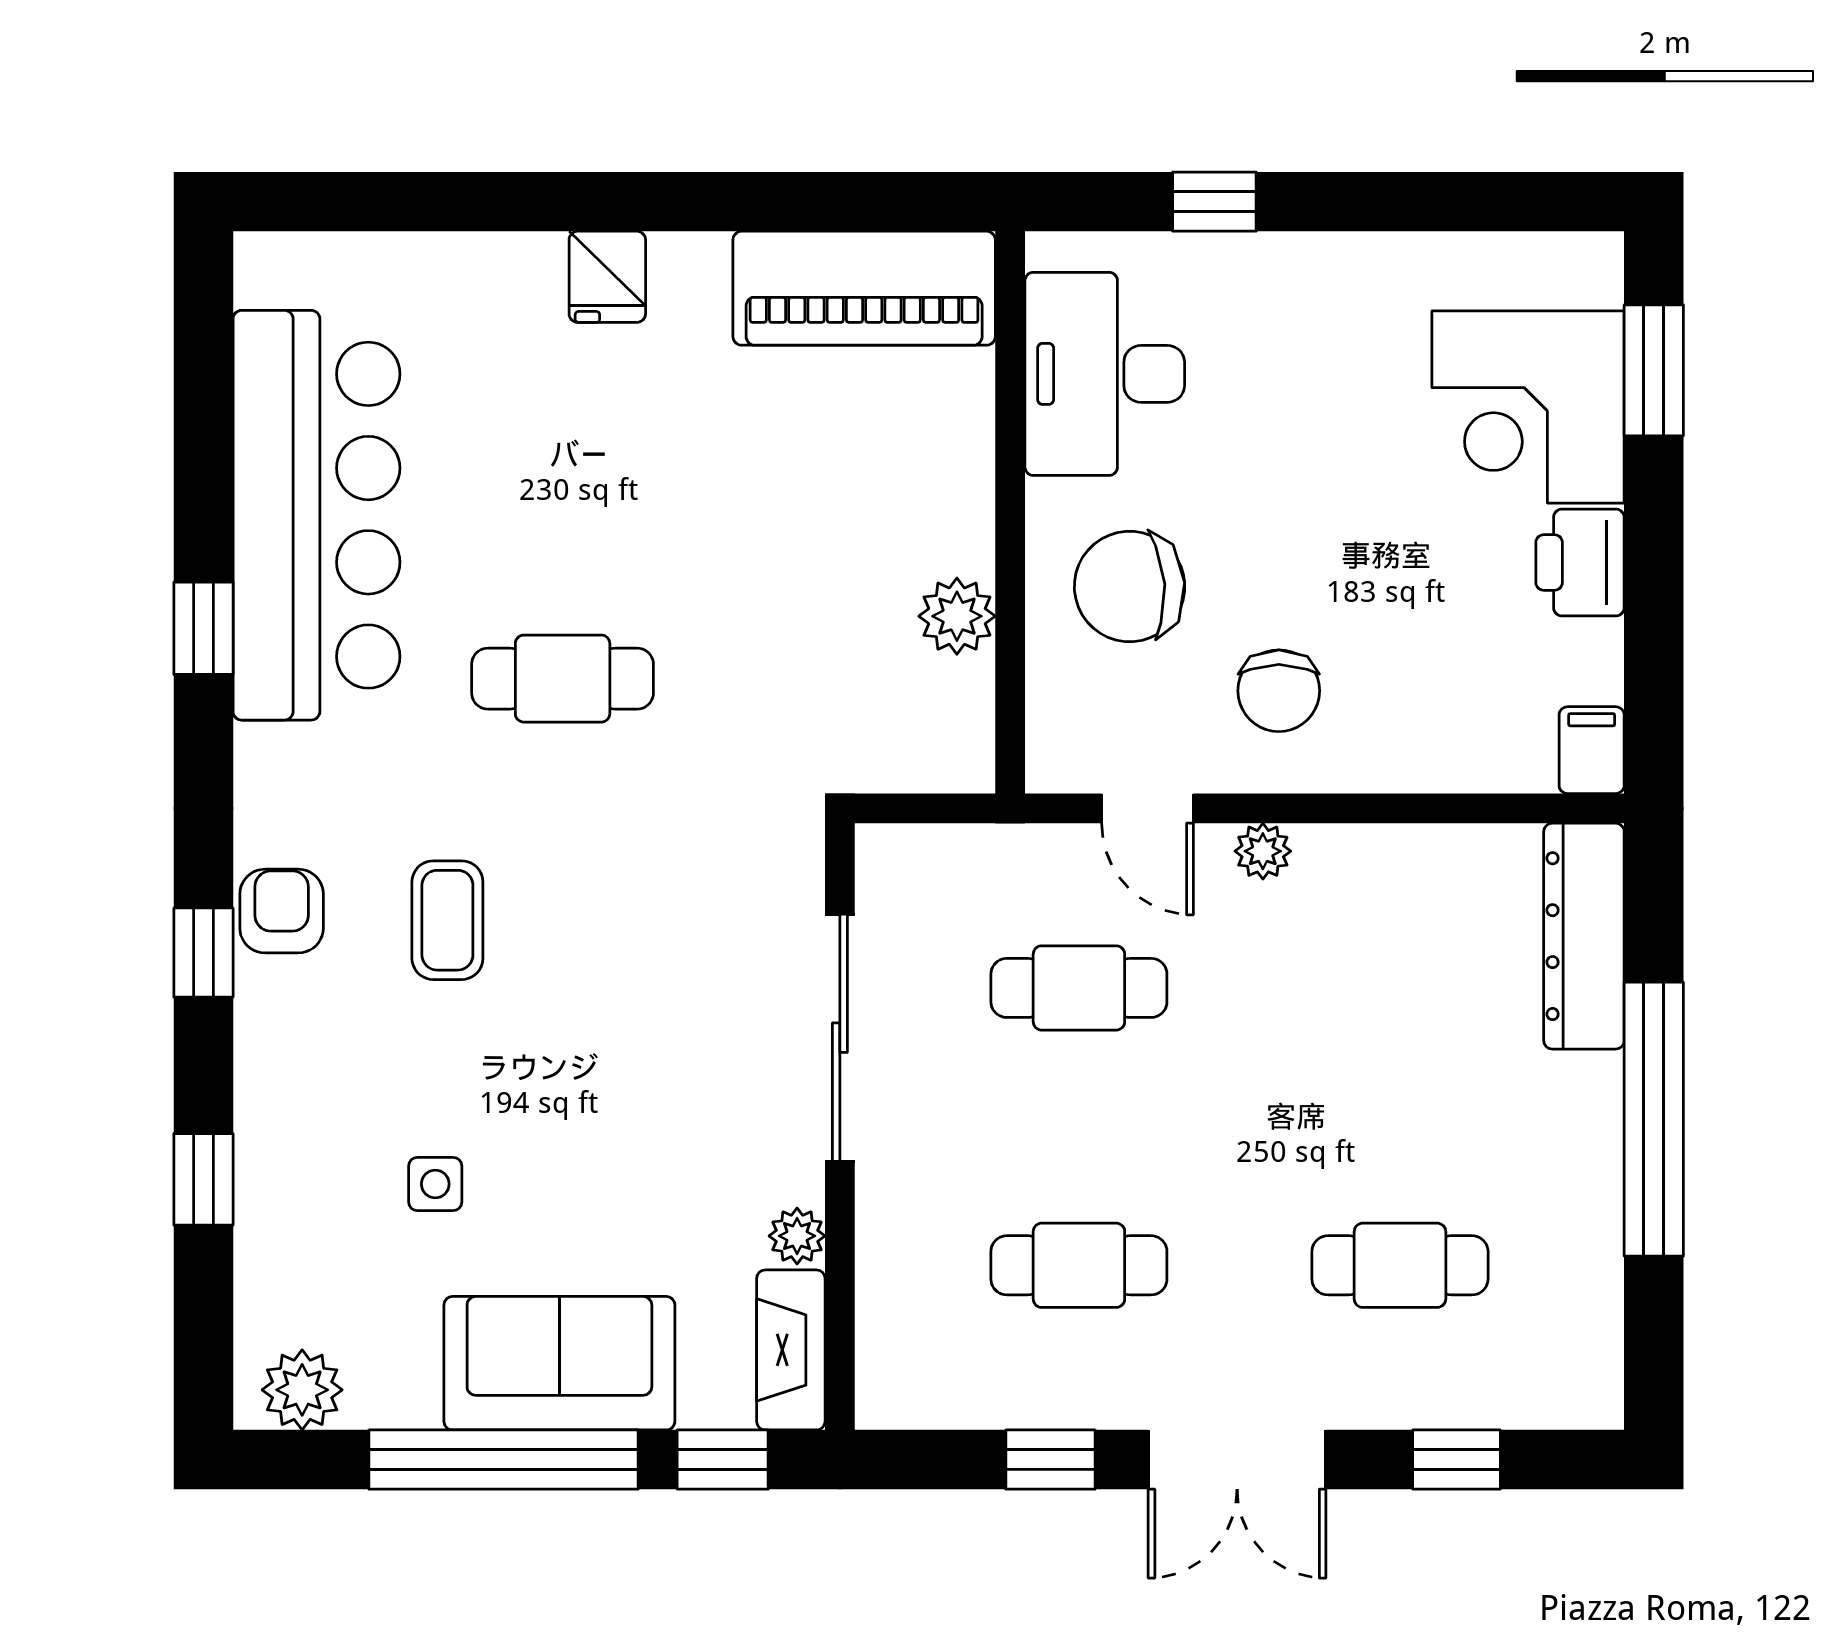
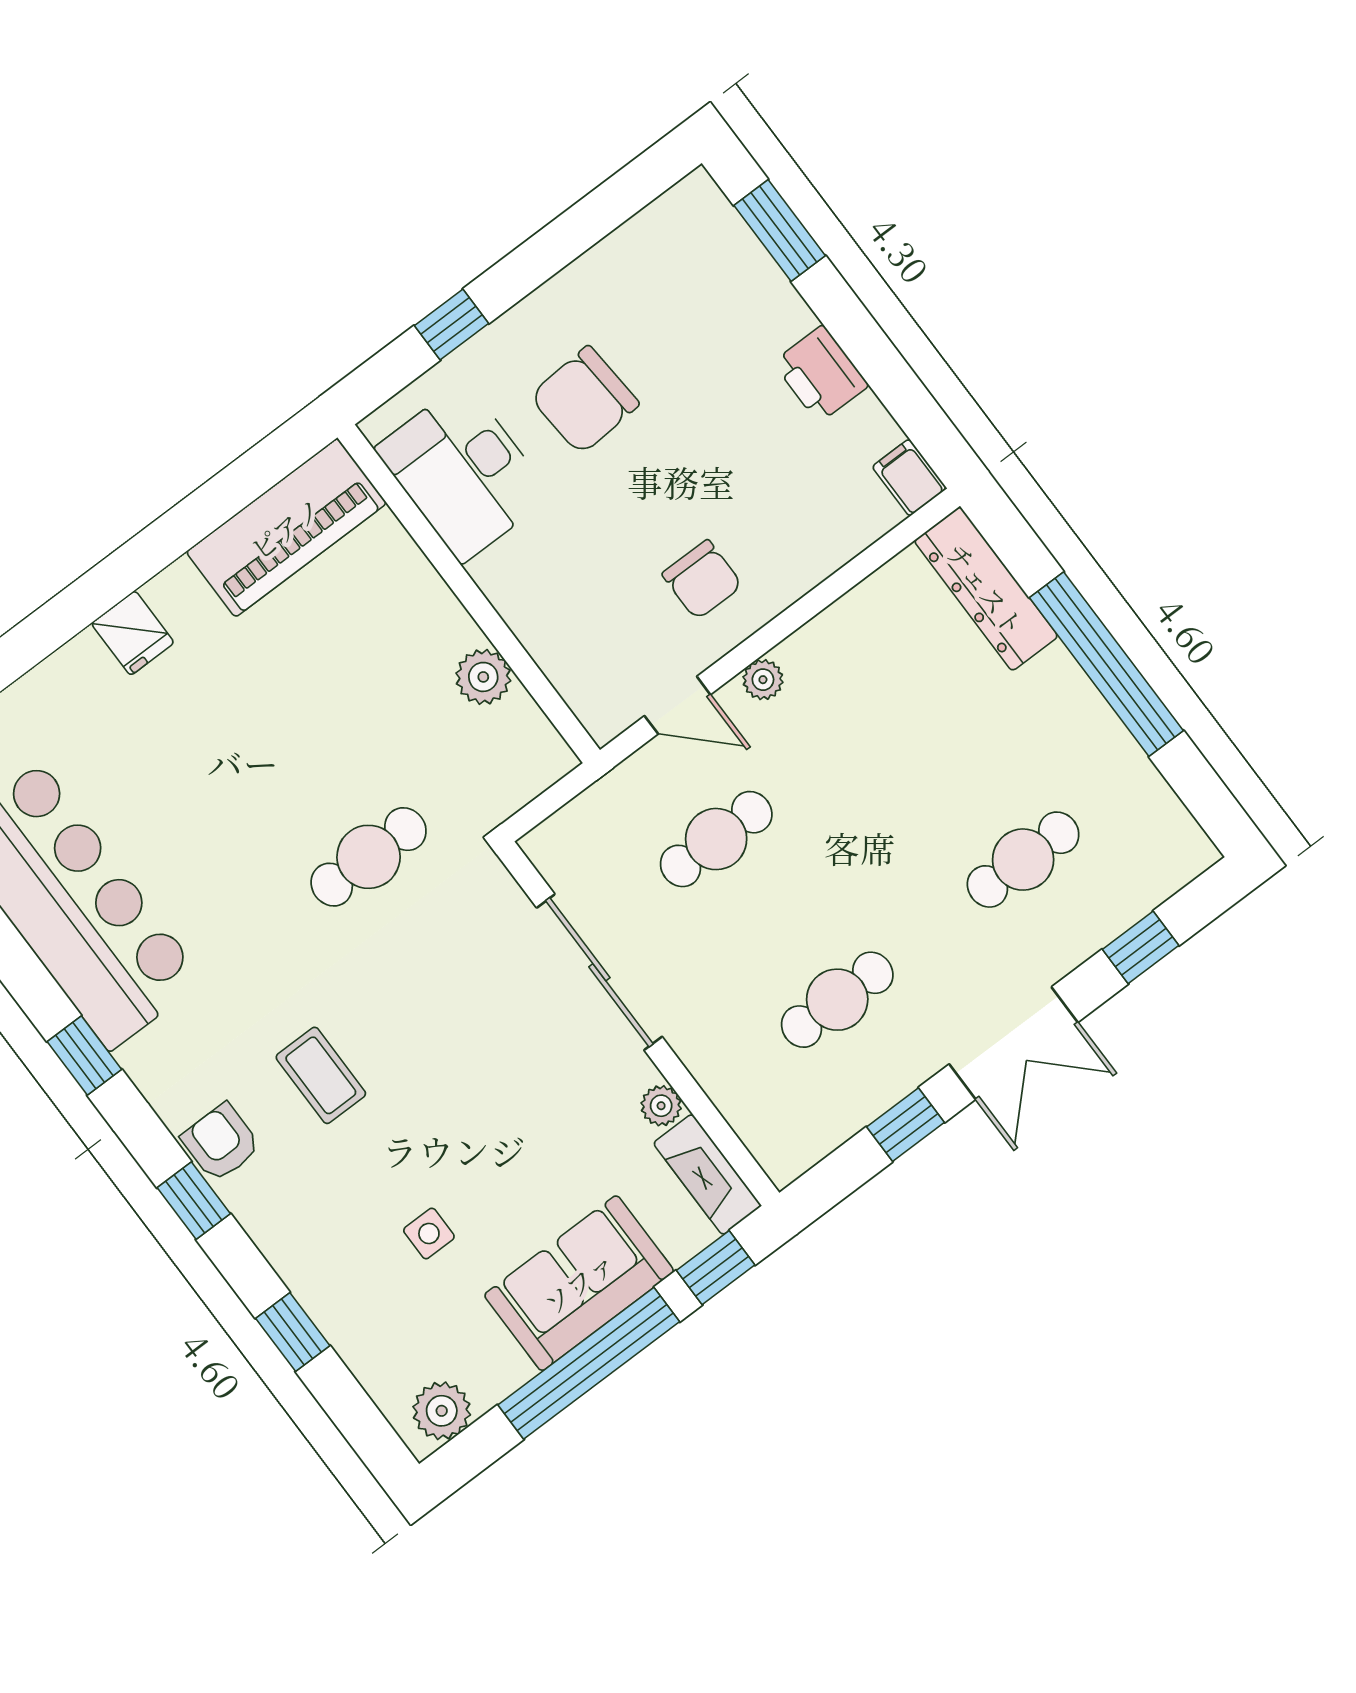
corner desk: (1528, 407) -> (723, 307), removed
chair: (1130, 587) -> (585, 400), moved
window: (203, 628) -> (84, 1055), moved
cafe table: (563, 679) -> (369, 857), moved

